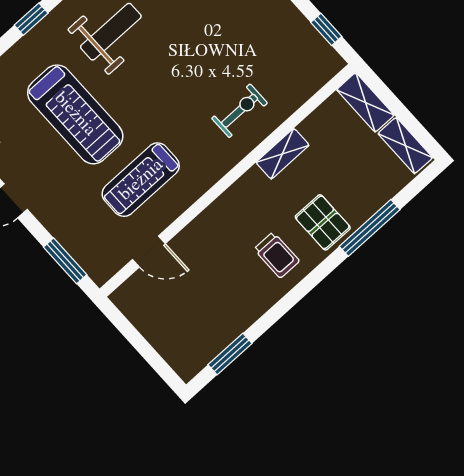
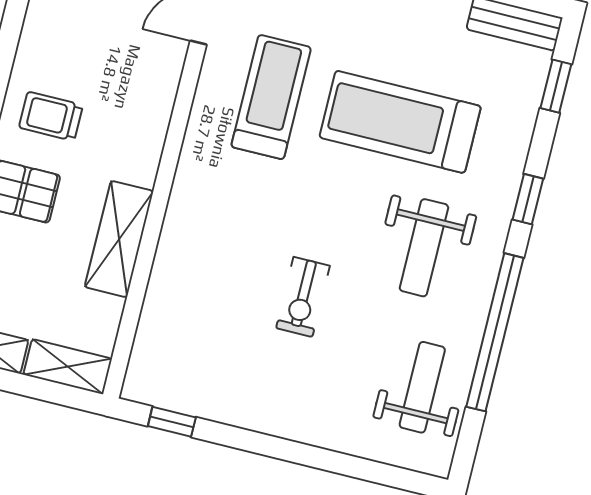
exercise bike: (240, 111) -> (303, 297), moved
shelving: (283, 154) -> (119, 239), width x1.50, depth x1.33

